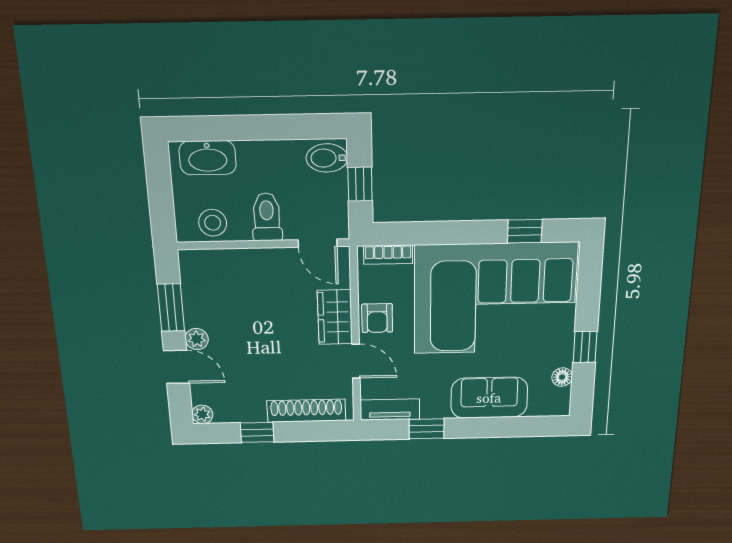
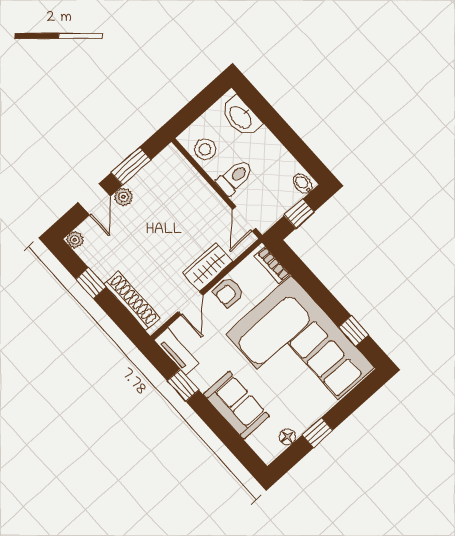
bidet: (327, 158) -> (303, 184), width x0.72, depth x0.74

